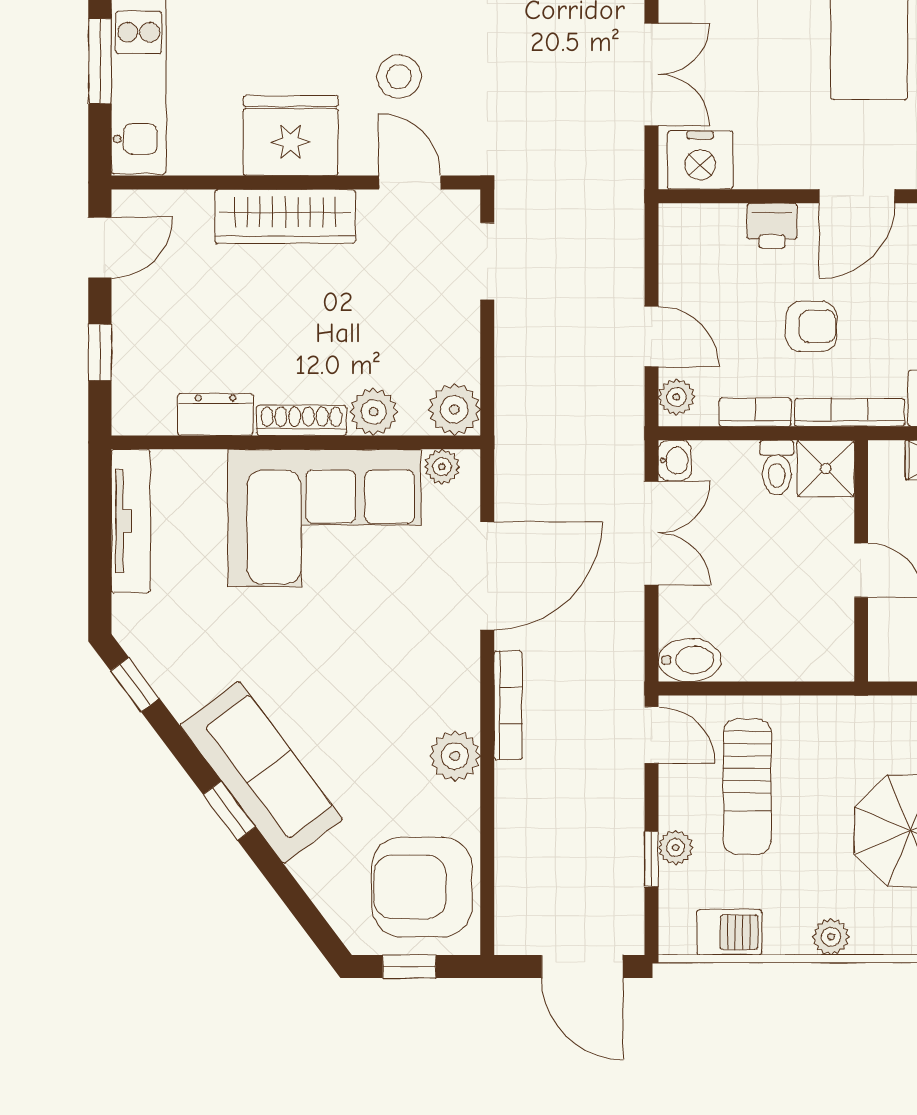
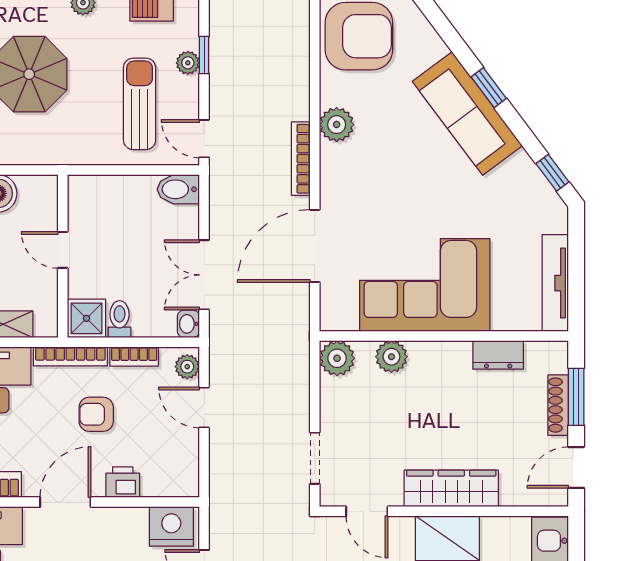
window: (100, 352) -> (576, 397), width x1.50
shoe rack: (301, 420) -> (558, 405), moved, turned 90
plant: (442, 467) -> (345, 320), removed

